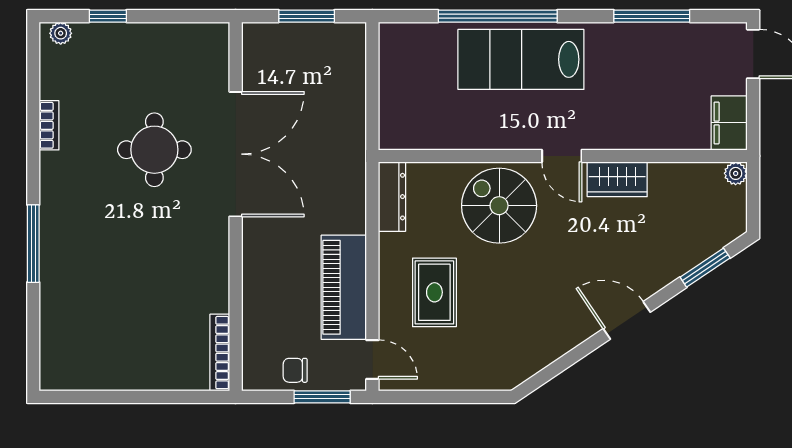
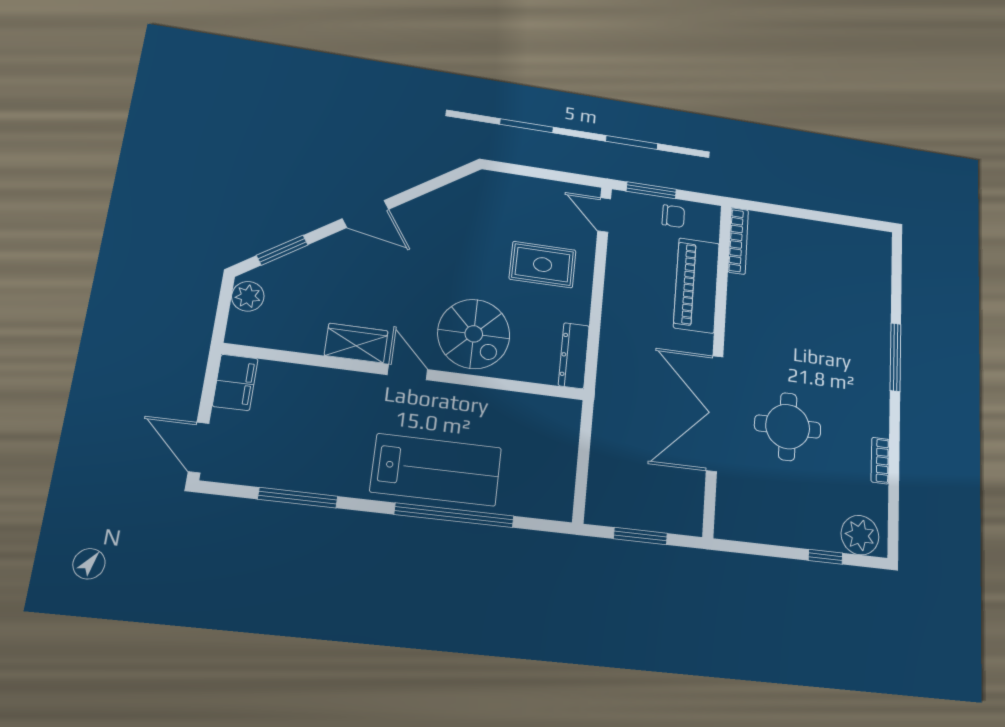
plant: (61, 33) -> (860, 535), width x1.87, depth x1.87
plant: (736, 173) -> (248, 296), moved, width x1.38, depth x1.38
piano: (344, 287) -> (696, 285), moved, turned 180
rug: (434, 292) -> (543, 265), turned 90

